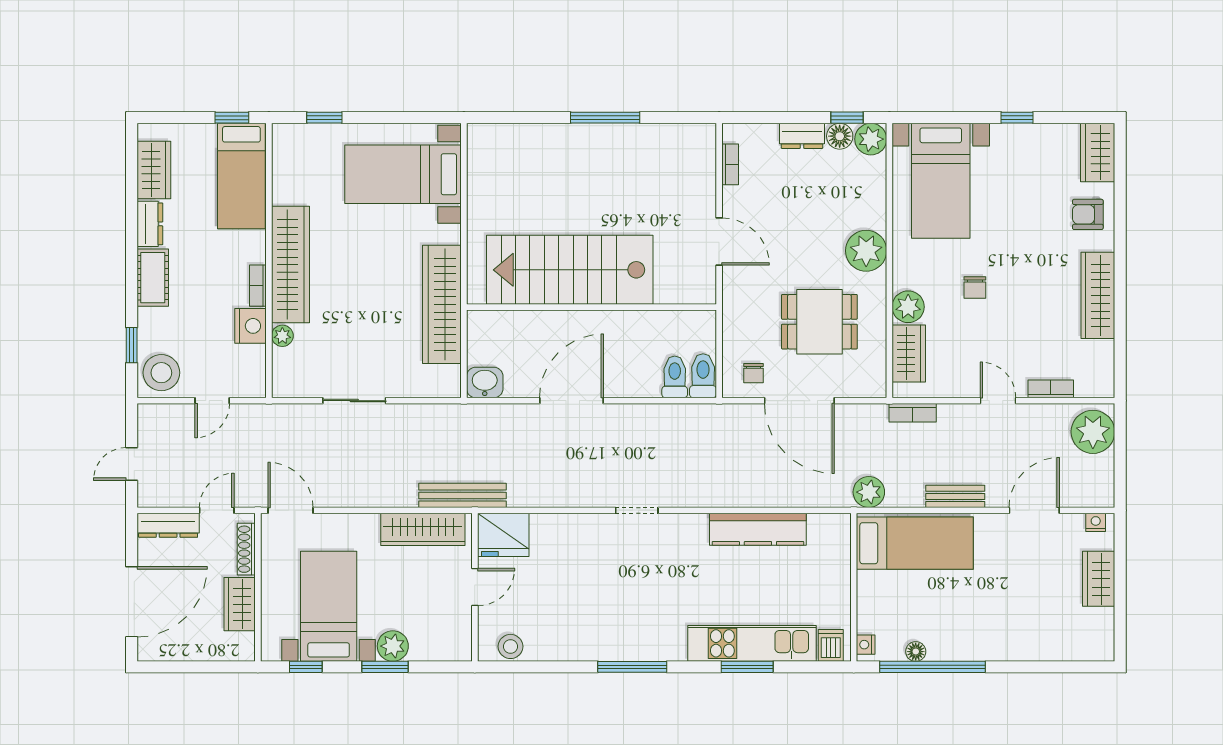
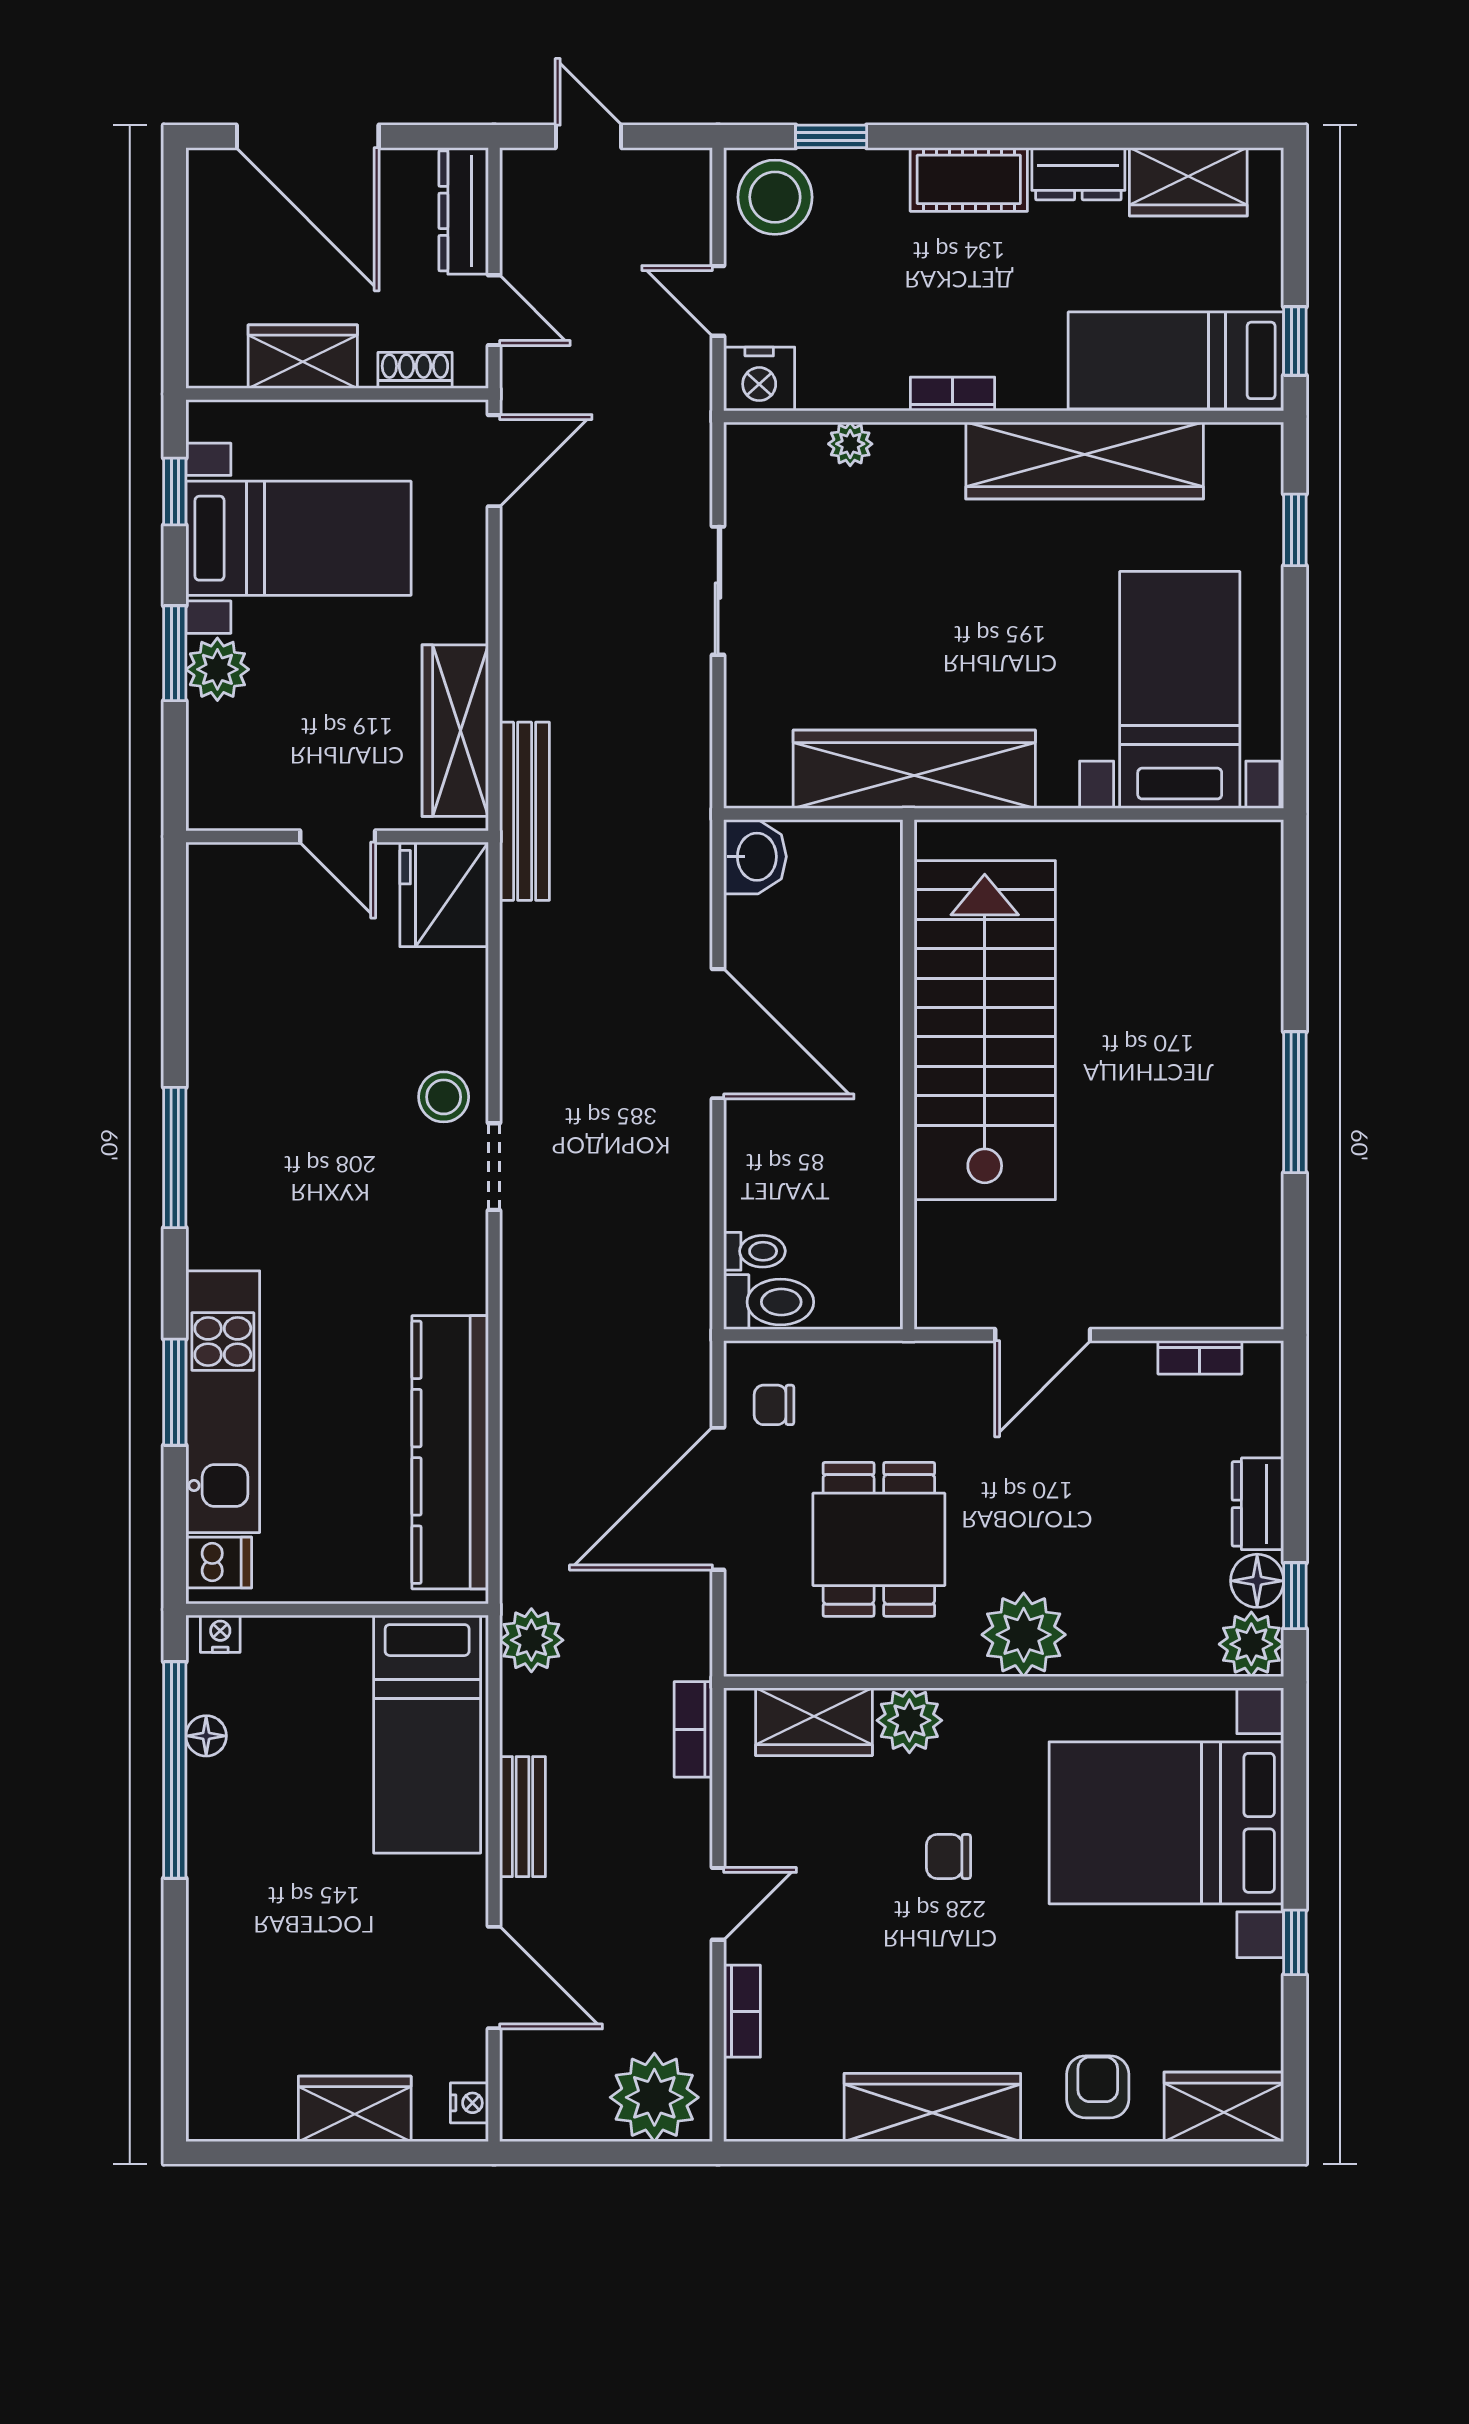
bed with nightstands: (941, 181) -> (1166, 1823), width x1.36
wardrobe: (290, 265) -> (1085, 460), moved
nightstand: (250, 326) -> (759, 379), moved
toilet: (675, 377) -> (754, 1251), width x0.73, depth x0.72
kitchen counter: (758, 529) -> (450, 1452), width x1.39, depth x1.17
shoe rack: (246, 549) -> (415, 370), width x0.70
stool: (511, 646) -> (444, 1097), moved

